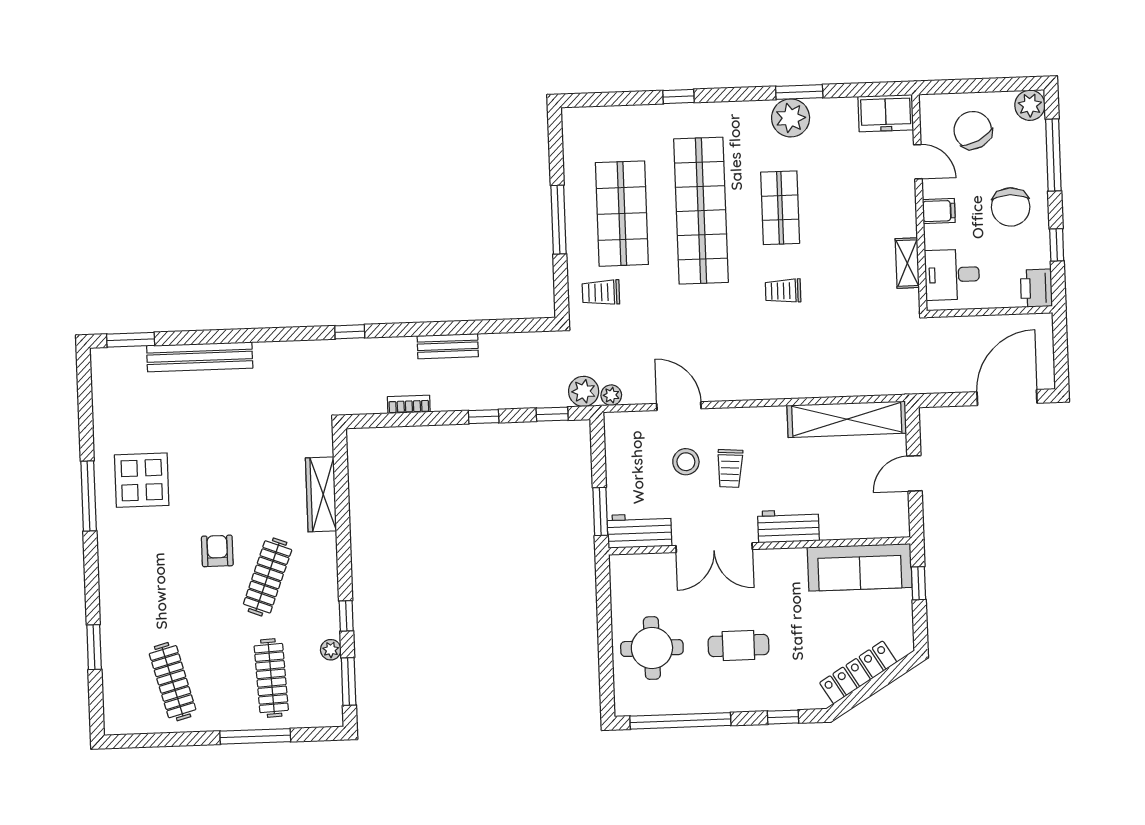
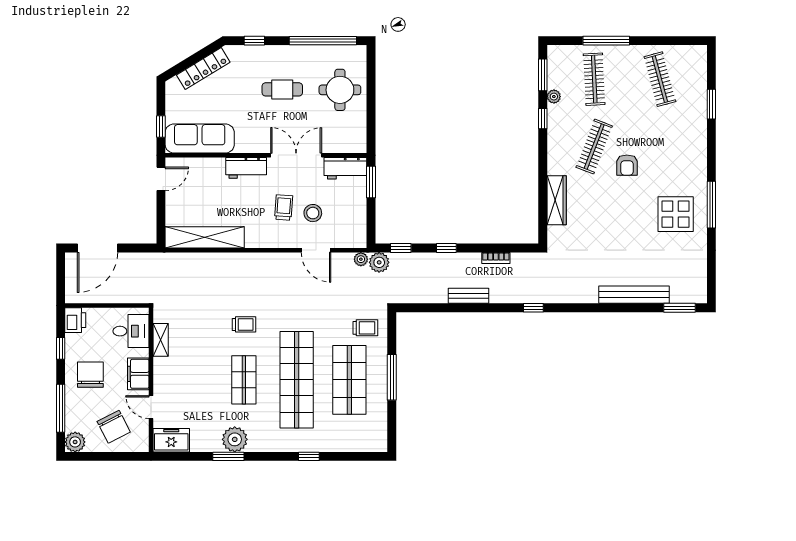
filing cabinet: (939, 211) -> (138, 374), width x2.00
door: (915, 473) -> (161, 179), moved

